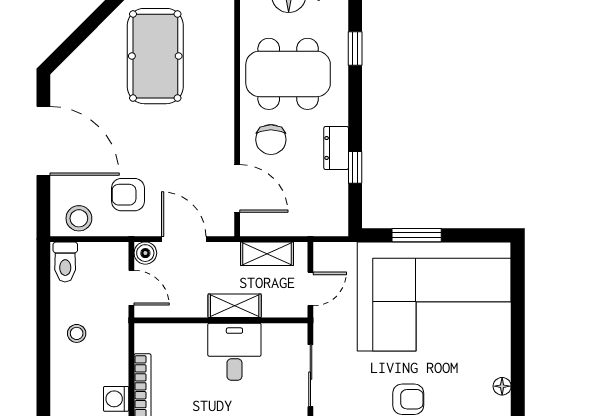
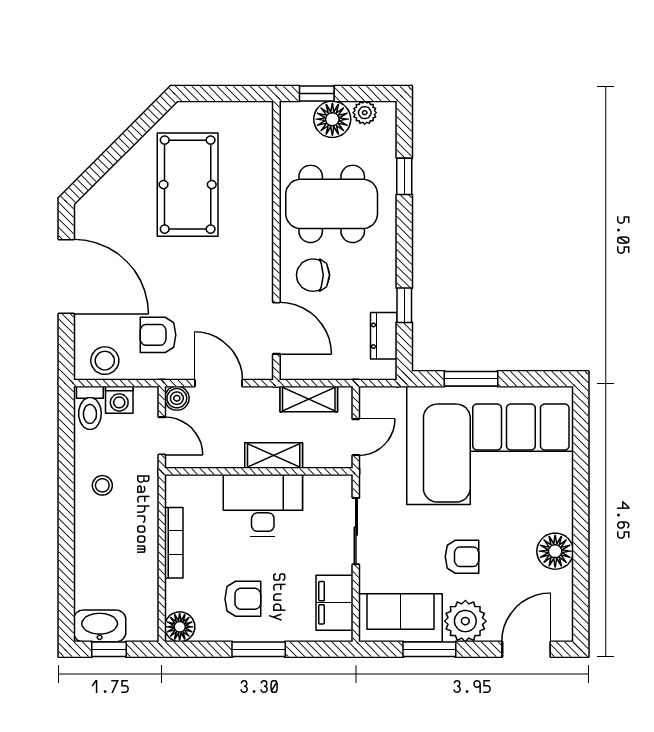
chair: (271, 140) -> (313, 275), turned 90
dresser: (336, 148) -> (384, 336), moved
desk: (234, 352) -> (263, 505), width x1.37
floor lamp: (502, 386) -> (555, 551), width x1.89, depth x1.89
washing machine: (116, 399) -> (119, 400), moved, turned -90

